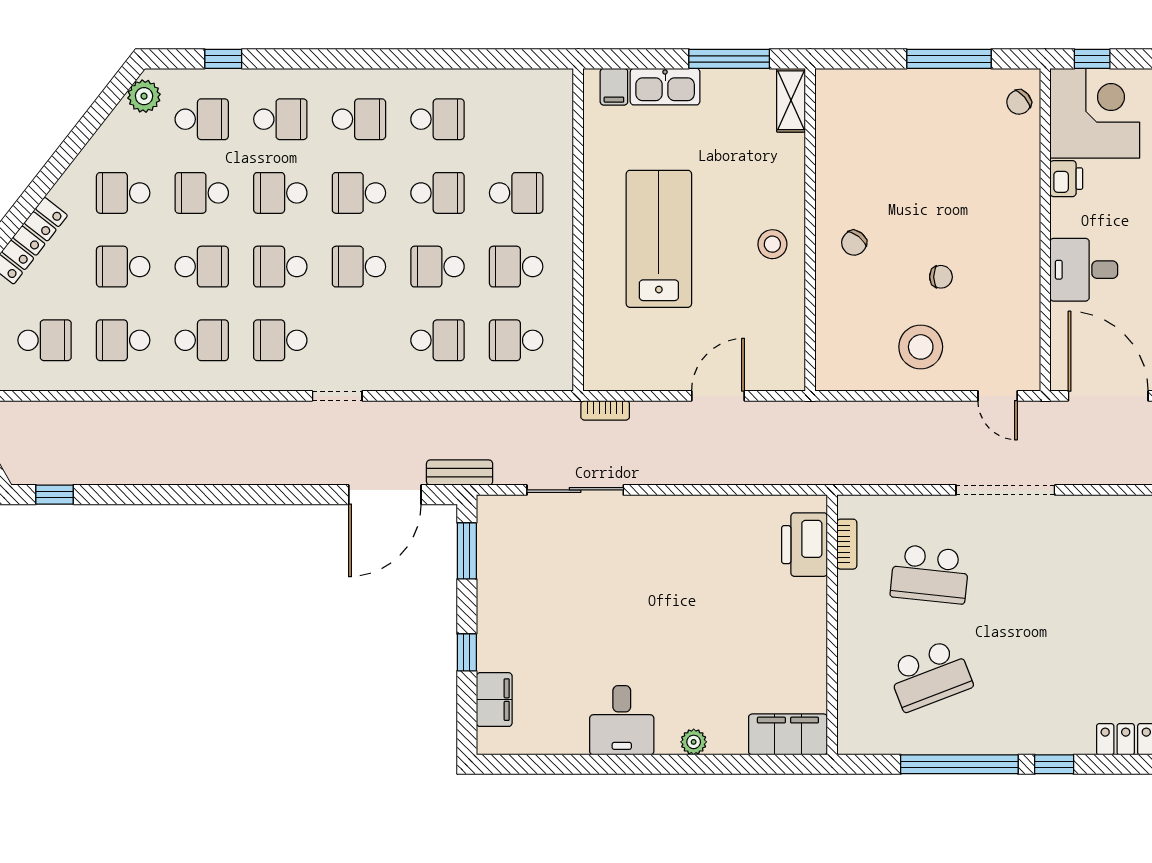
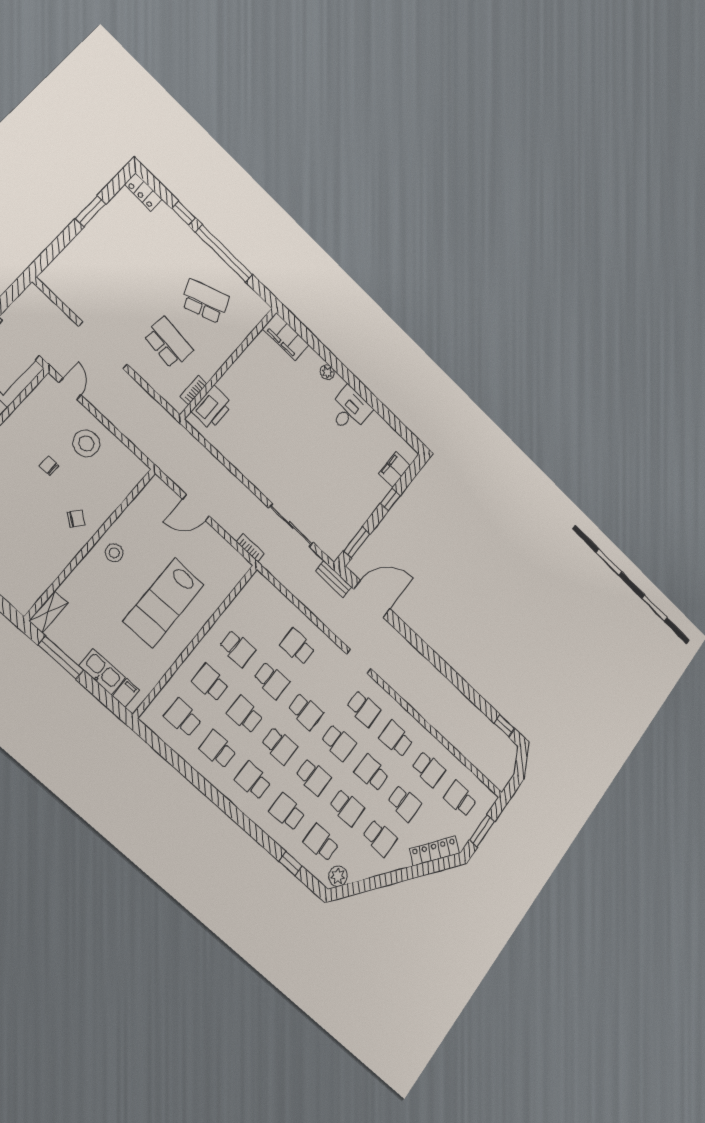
school desk: (516, 340) -> (183, 718), moved, turned 180

